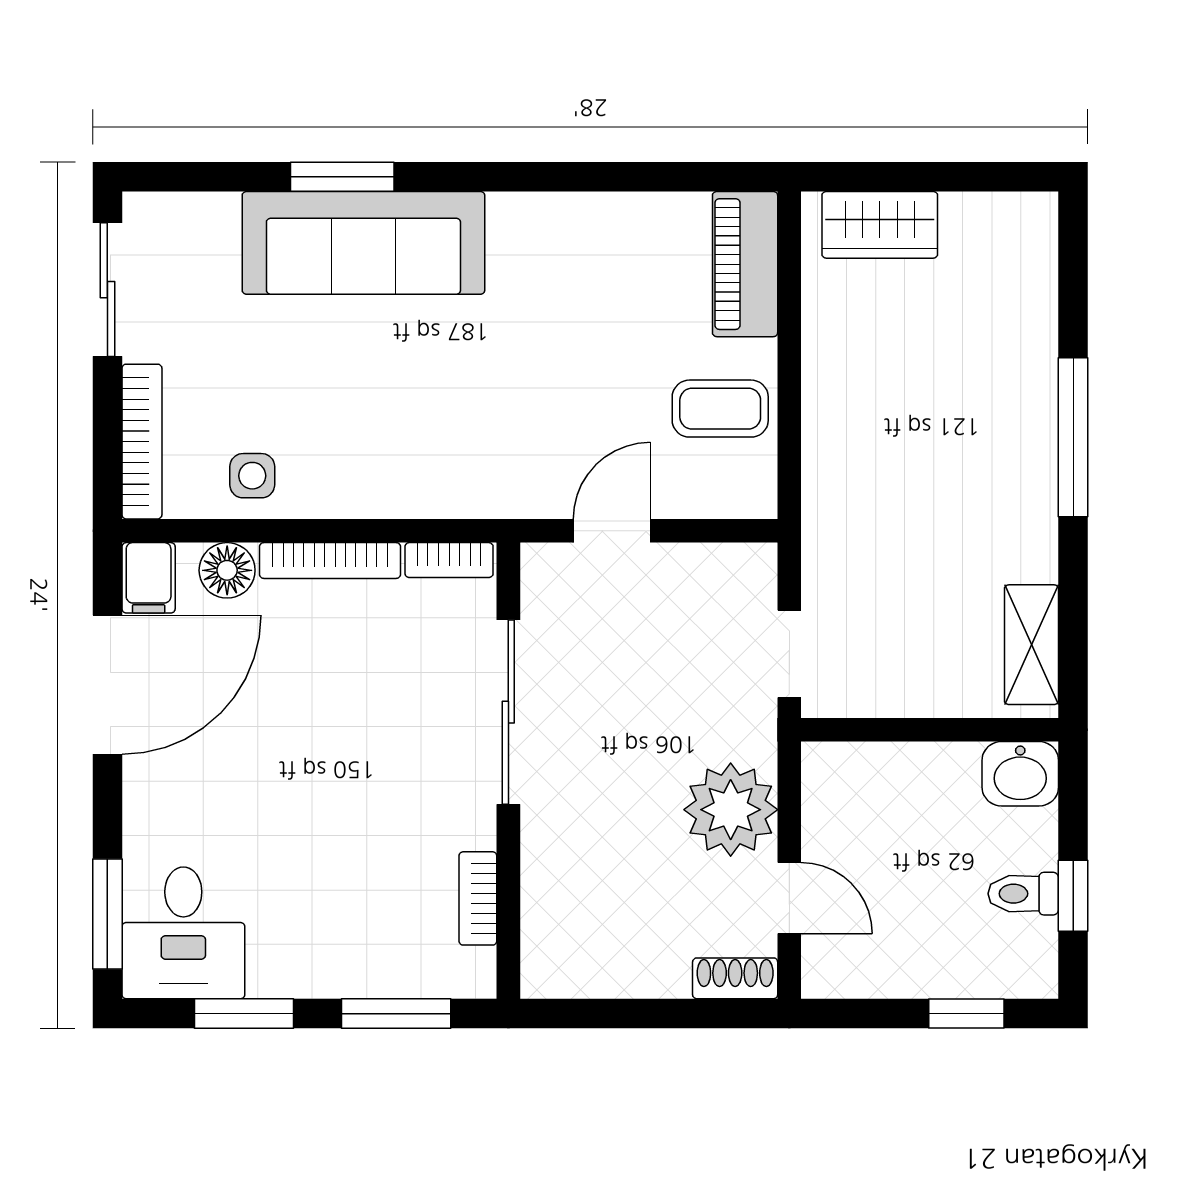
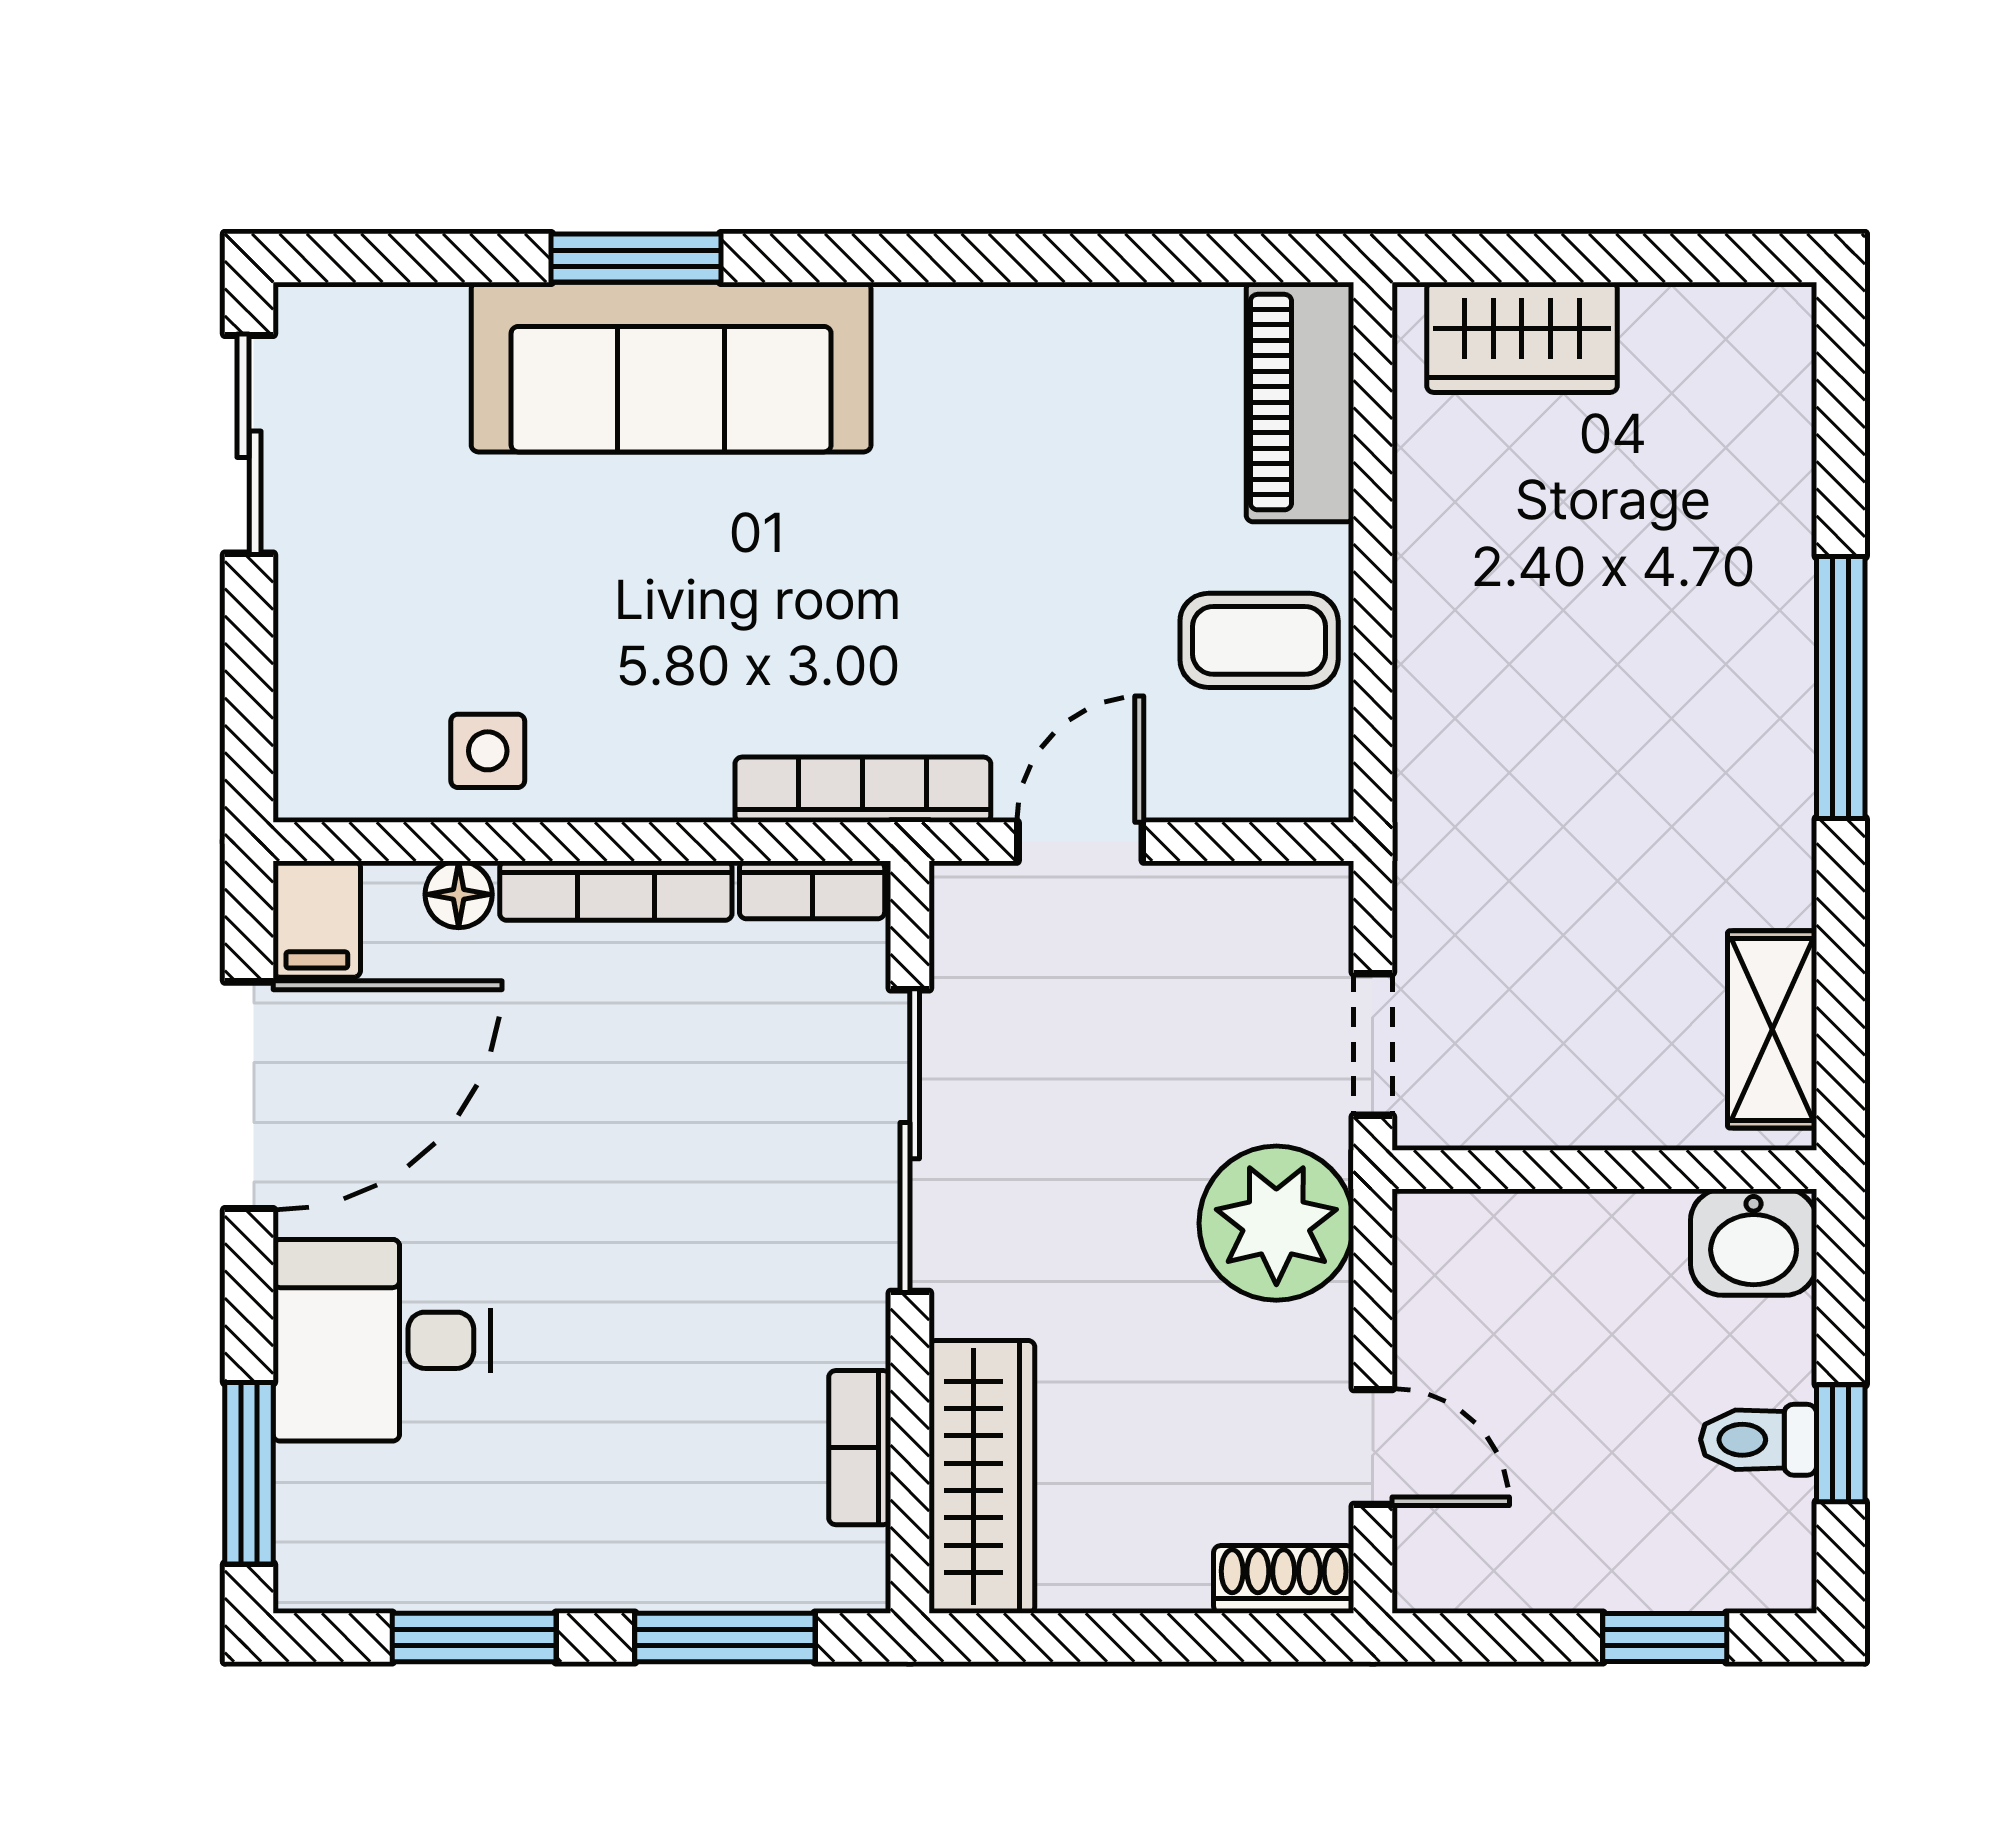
bookcase: (142, 442) -> (863, 790), moved, turned -90
floor lamp: (227, 570) -> (459, 894), width x0.73, depth x0.73
plant: (731, 810) -> (1276, 1223), moved
wardrobe: (552, 916) -> (982, 1477), added
desk: (183, 933) -> (382, 1340), moved, turned 90

